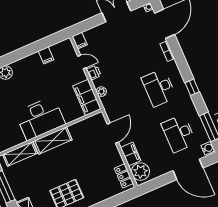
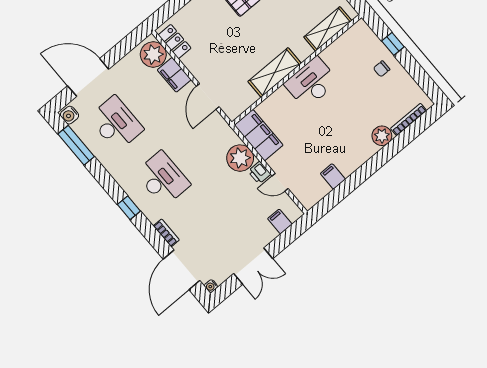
filing cabinet: (80, 41) -> (280, 221), moved
window: (192, 87) -> (129, 208), moved
plant: (101, 92) -> (240, 158), width x1.87, depth x1.87
desk: (40, 118) -> (311, 83), width x0.73, depth x0.77
shelving: (53, 141) -> (275, 72), moved

